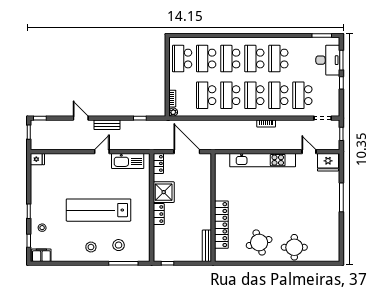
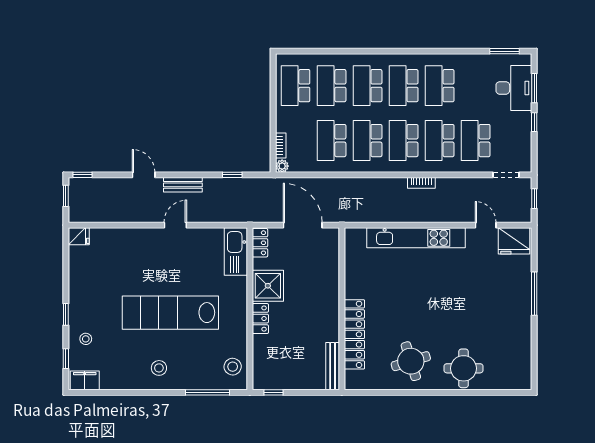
kitchen sink: (128, 161) -> (236, 252), moved, turned 90
stool: (119, 245) -> (233, 367), moved

